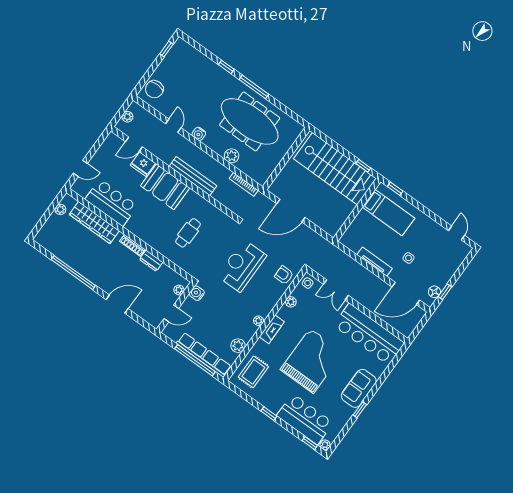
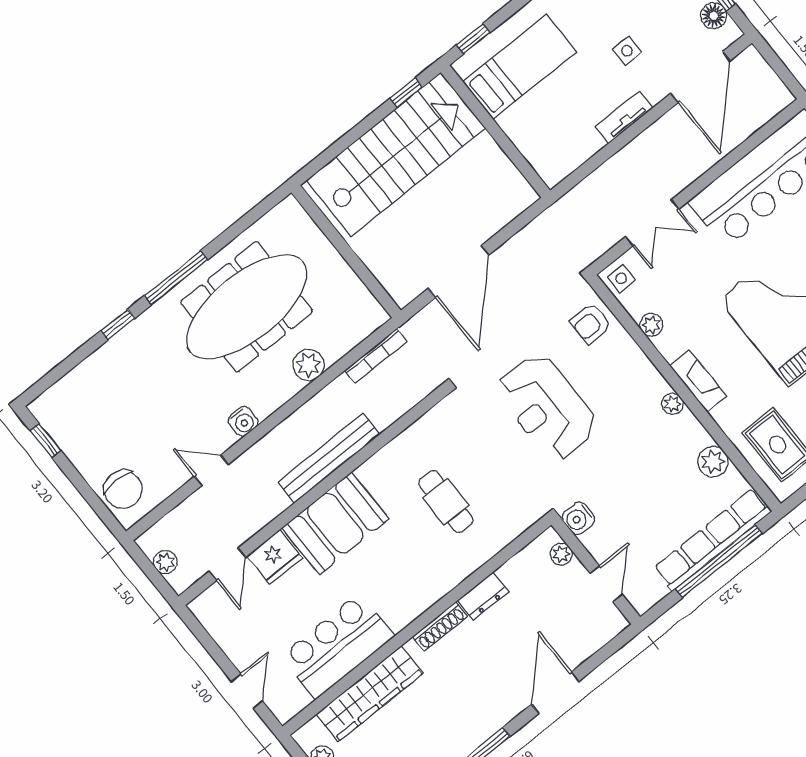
tv unit: (375, 262) -> (624, 117), width x0.71

